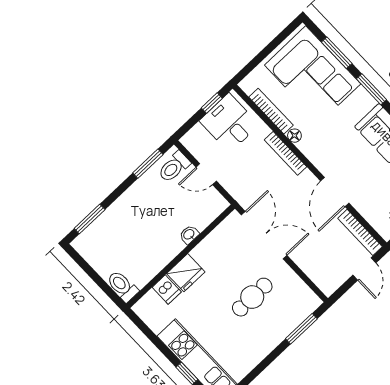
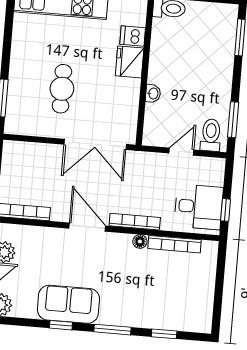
window: (337, 53) -> (164, 334), width x0.67
corner sofa: (313, 74) -> (168, 301), removed
door: (335, 192) -> (87, 227), moved

